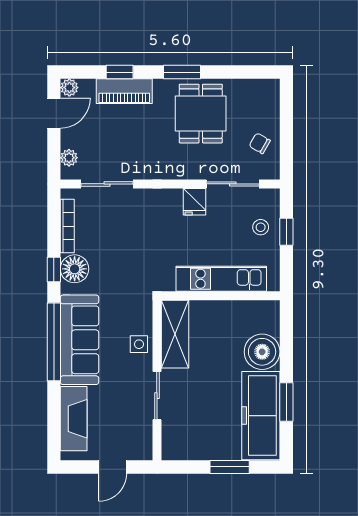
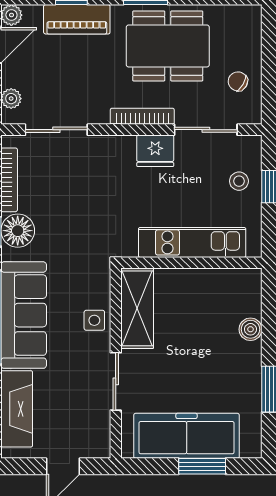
dining table: (201, 114) -> (168, 46), width x1.38
bookcase: (179, 173) -> (142, 116), added
fridge: (194, 202) -> (155, 151), width x1.38
boiler: (262, 352) -> (250, 329), width x0.54, depth x0.54
freezer: (261, 416) -> (187, 436), moved, turned 90

